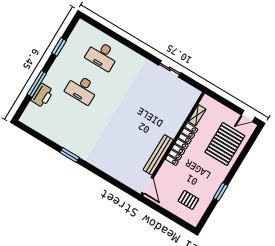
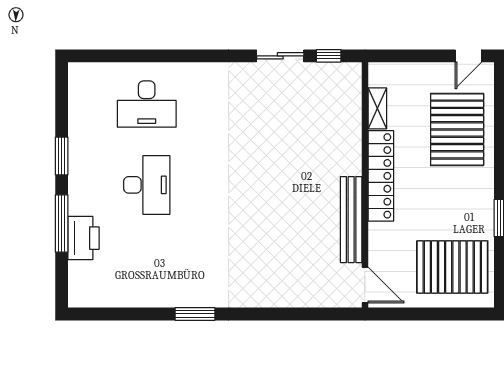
window: (59, 47) -> (62, 156), moved
window: (190, 81) -> (329, 56), added
desk: (82, 89) -> (147, 185), turned -90
pallet: (188, 200) -> (452, 267), width x2.05, depth x2.00

